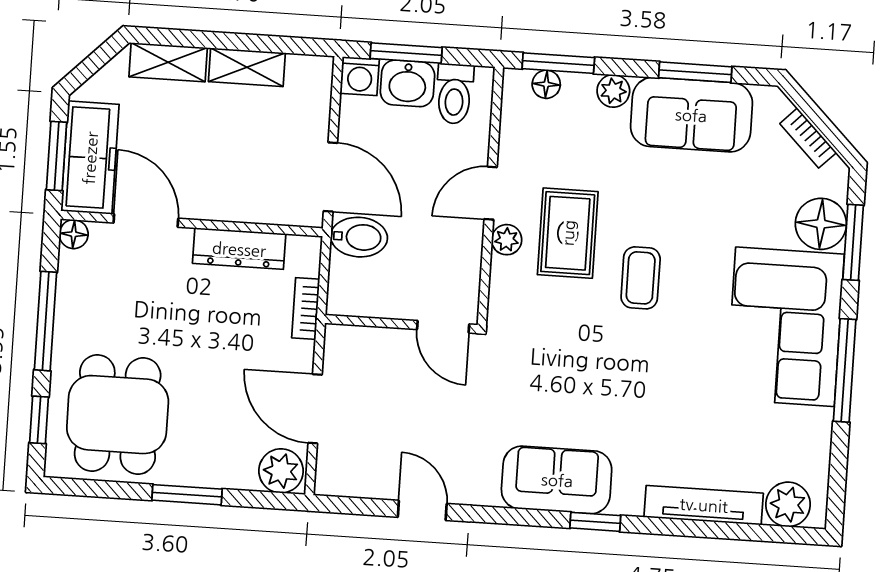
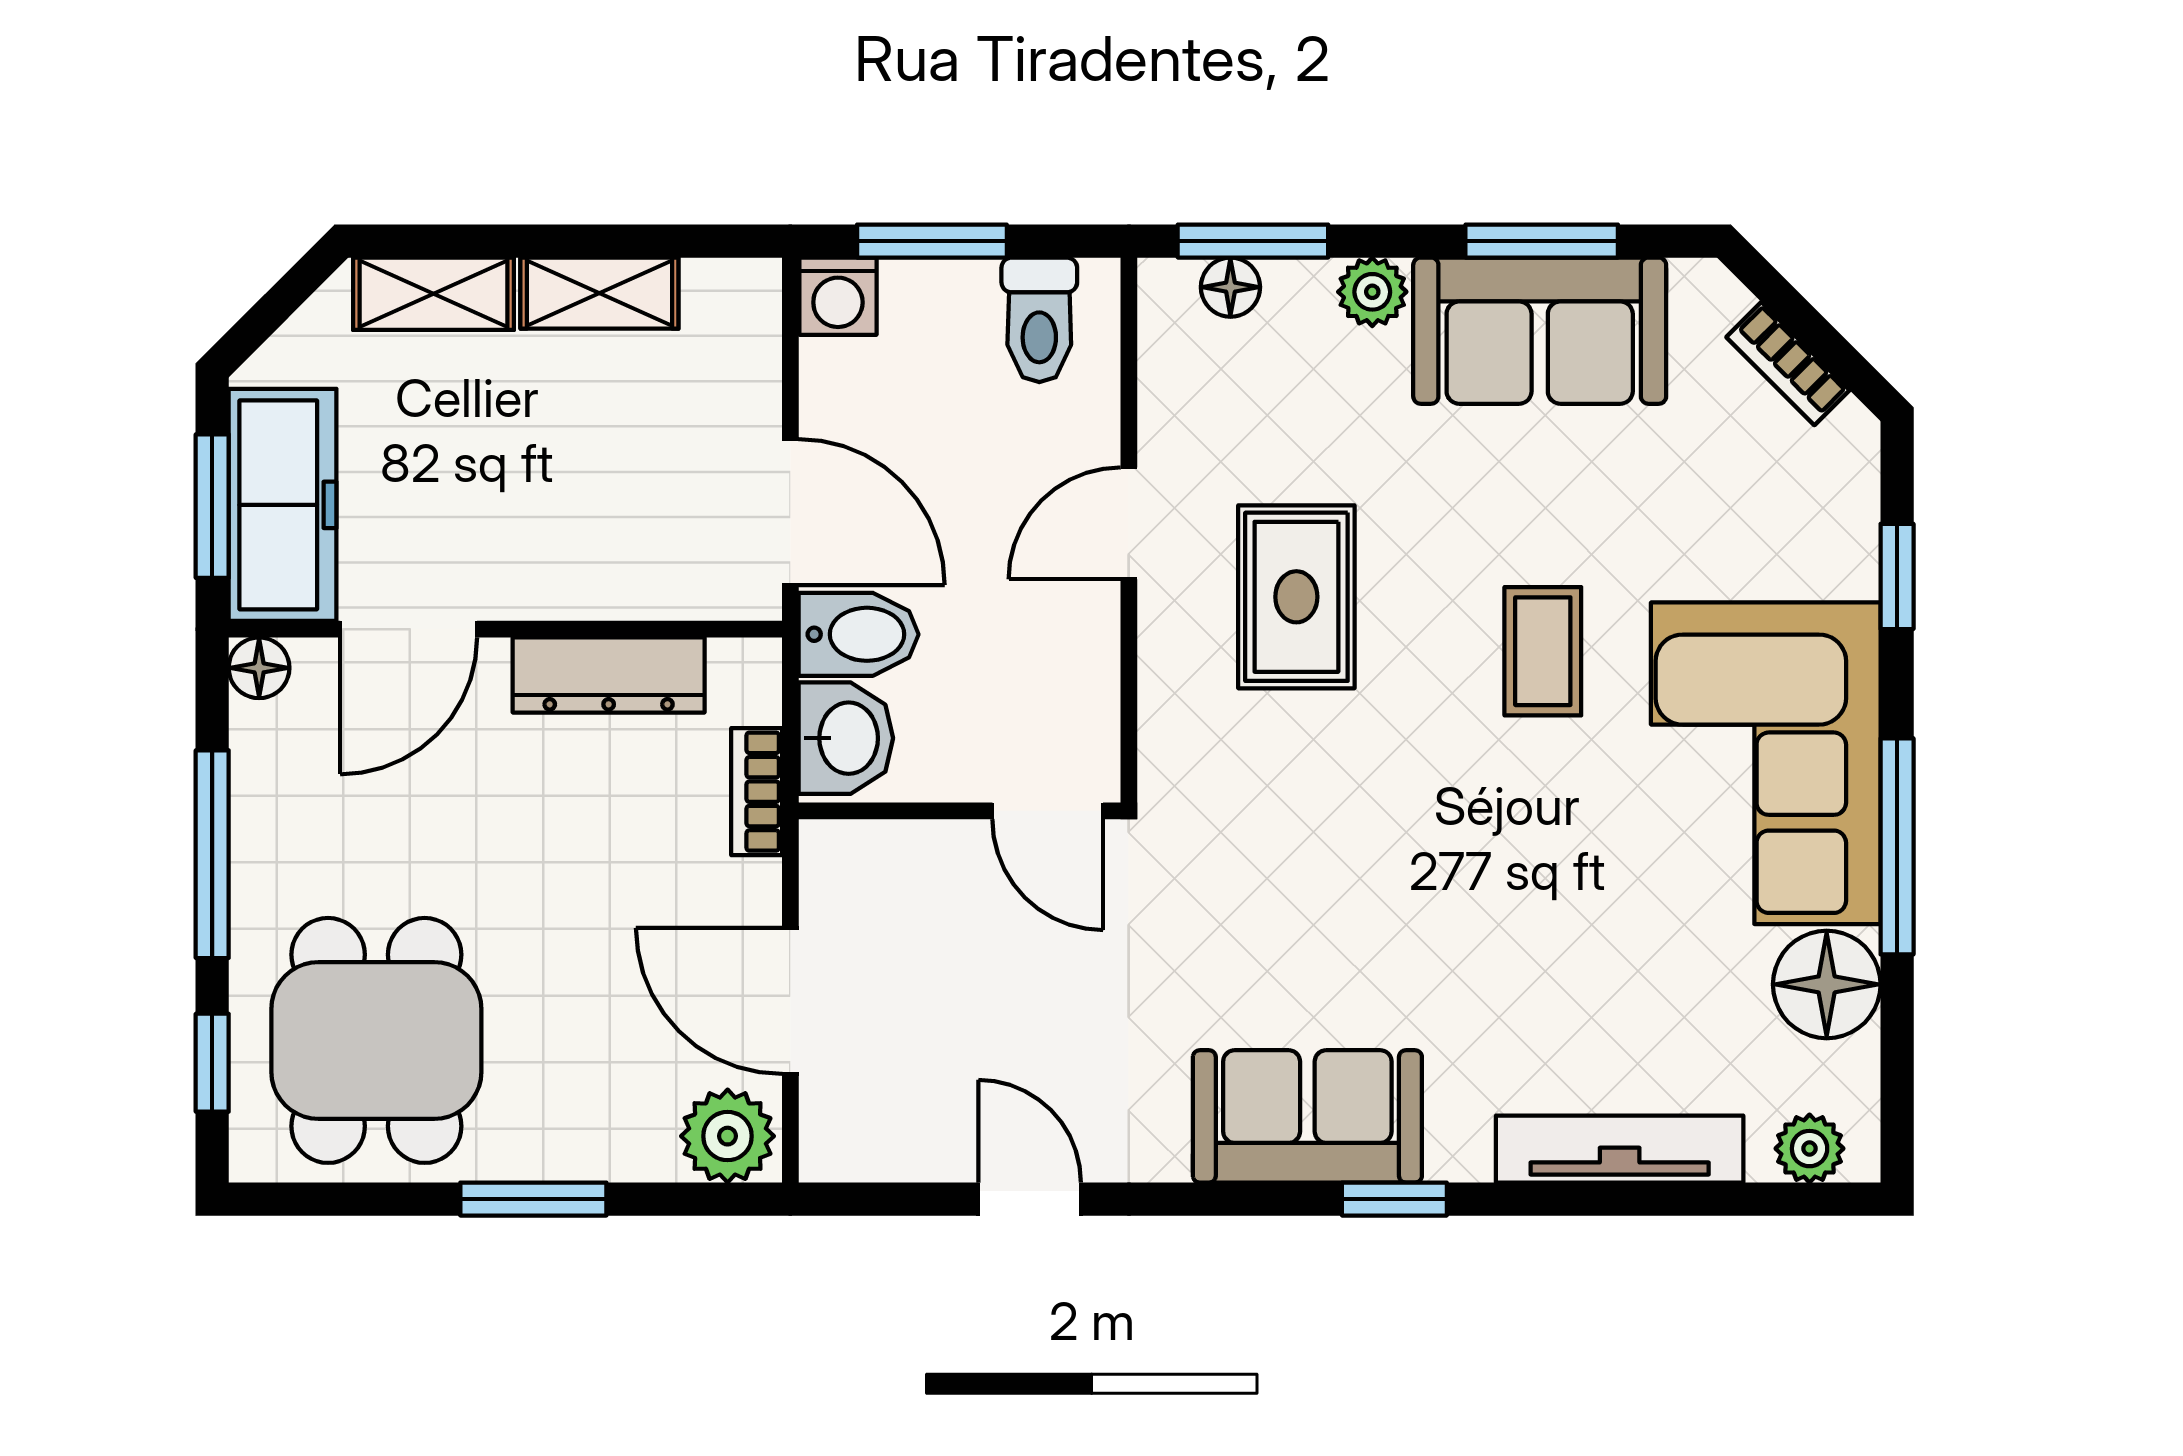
washbasin: (407, 83) -> (846, 738), moved, turned -90
door: (146, 221) -> (409, 629), swing flipped
floor lamp: (821, 224) -> (1827, 984), moved
plant: (507, 240) -> (1169, 619), removed
window: (853, 242) -> (1897, 576), width x0.67
coffee table: (641, 278) -> (1543, 651), moved
plant: (788, 504) -> (1810, 1149), width x0.73, depth x0.73

